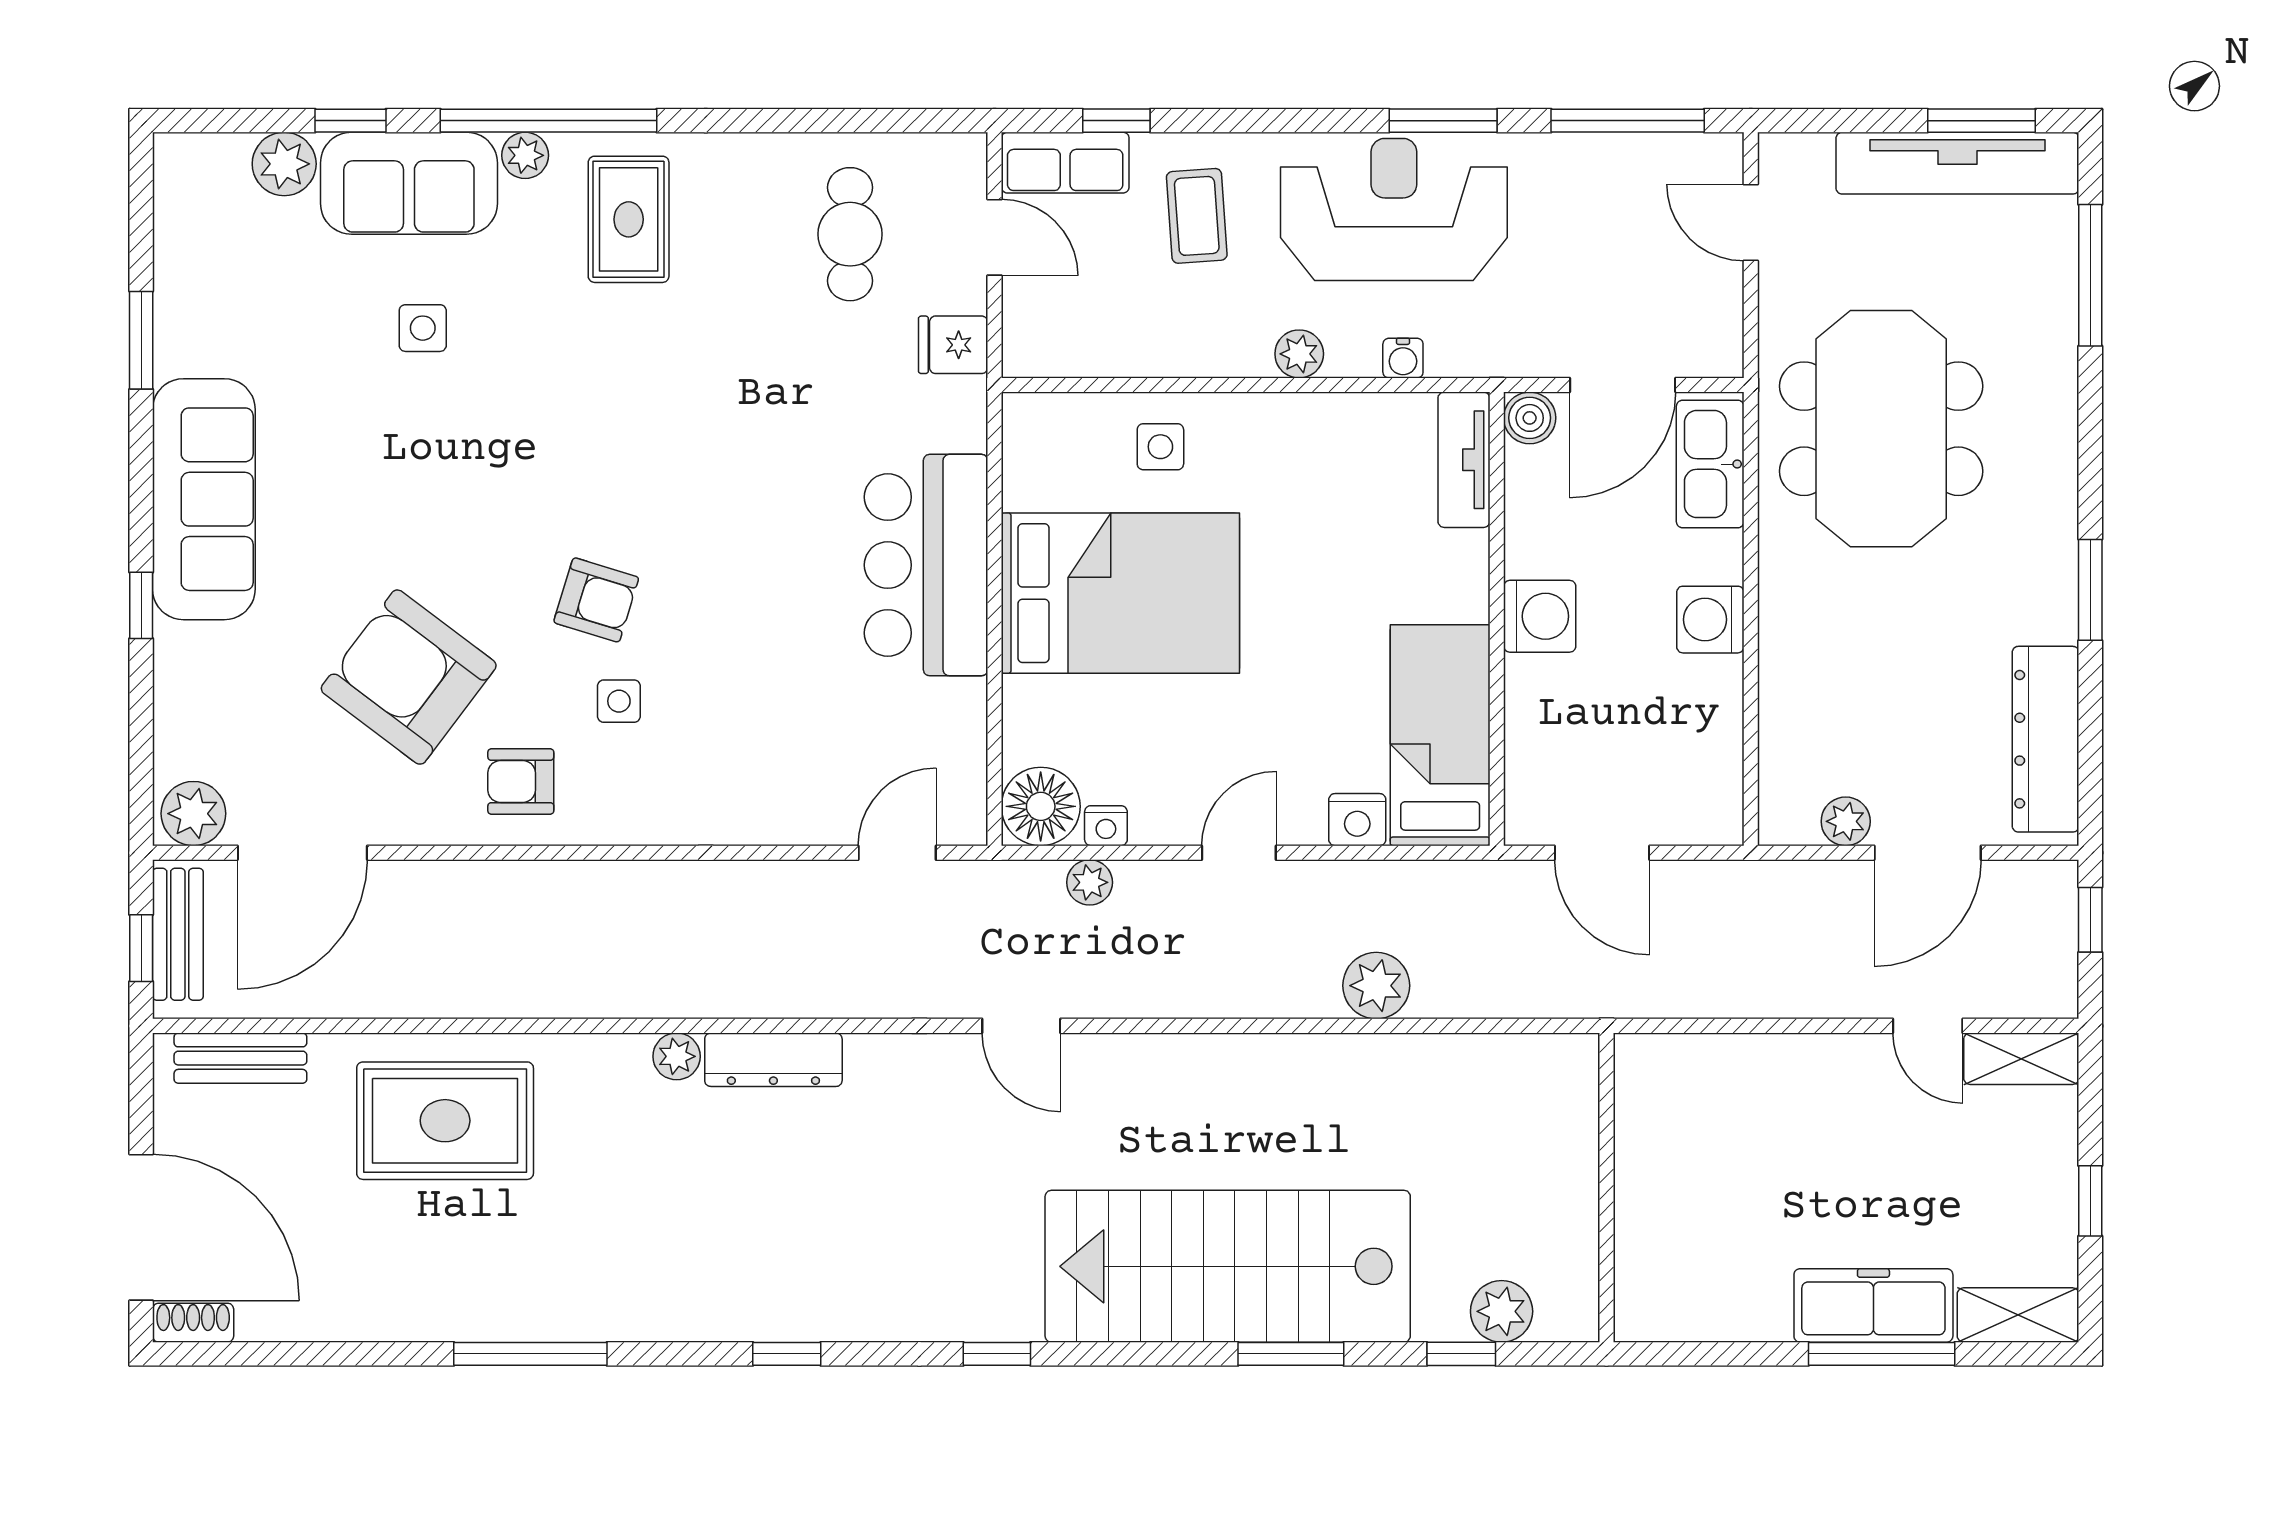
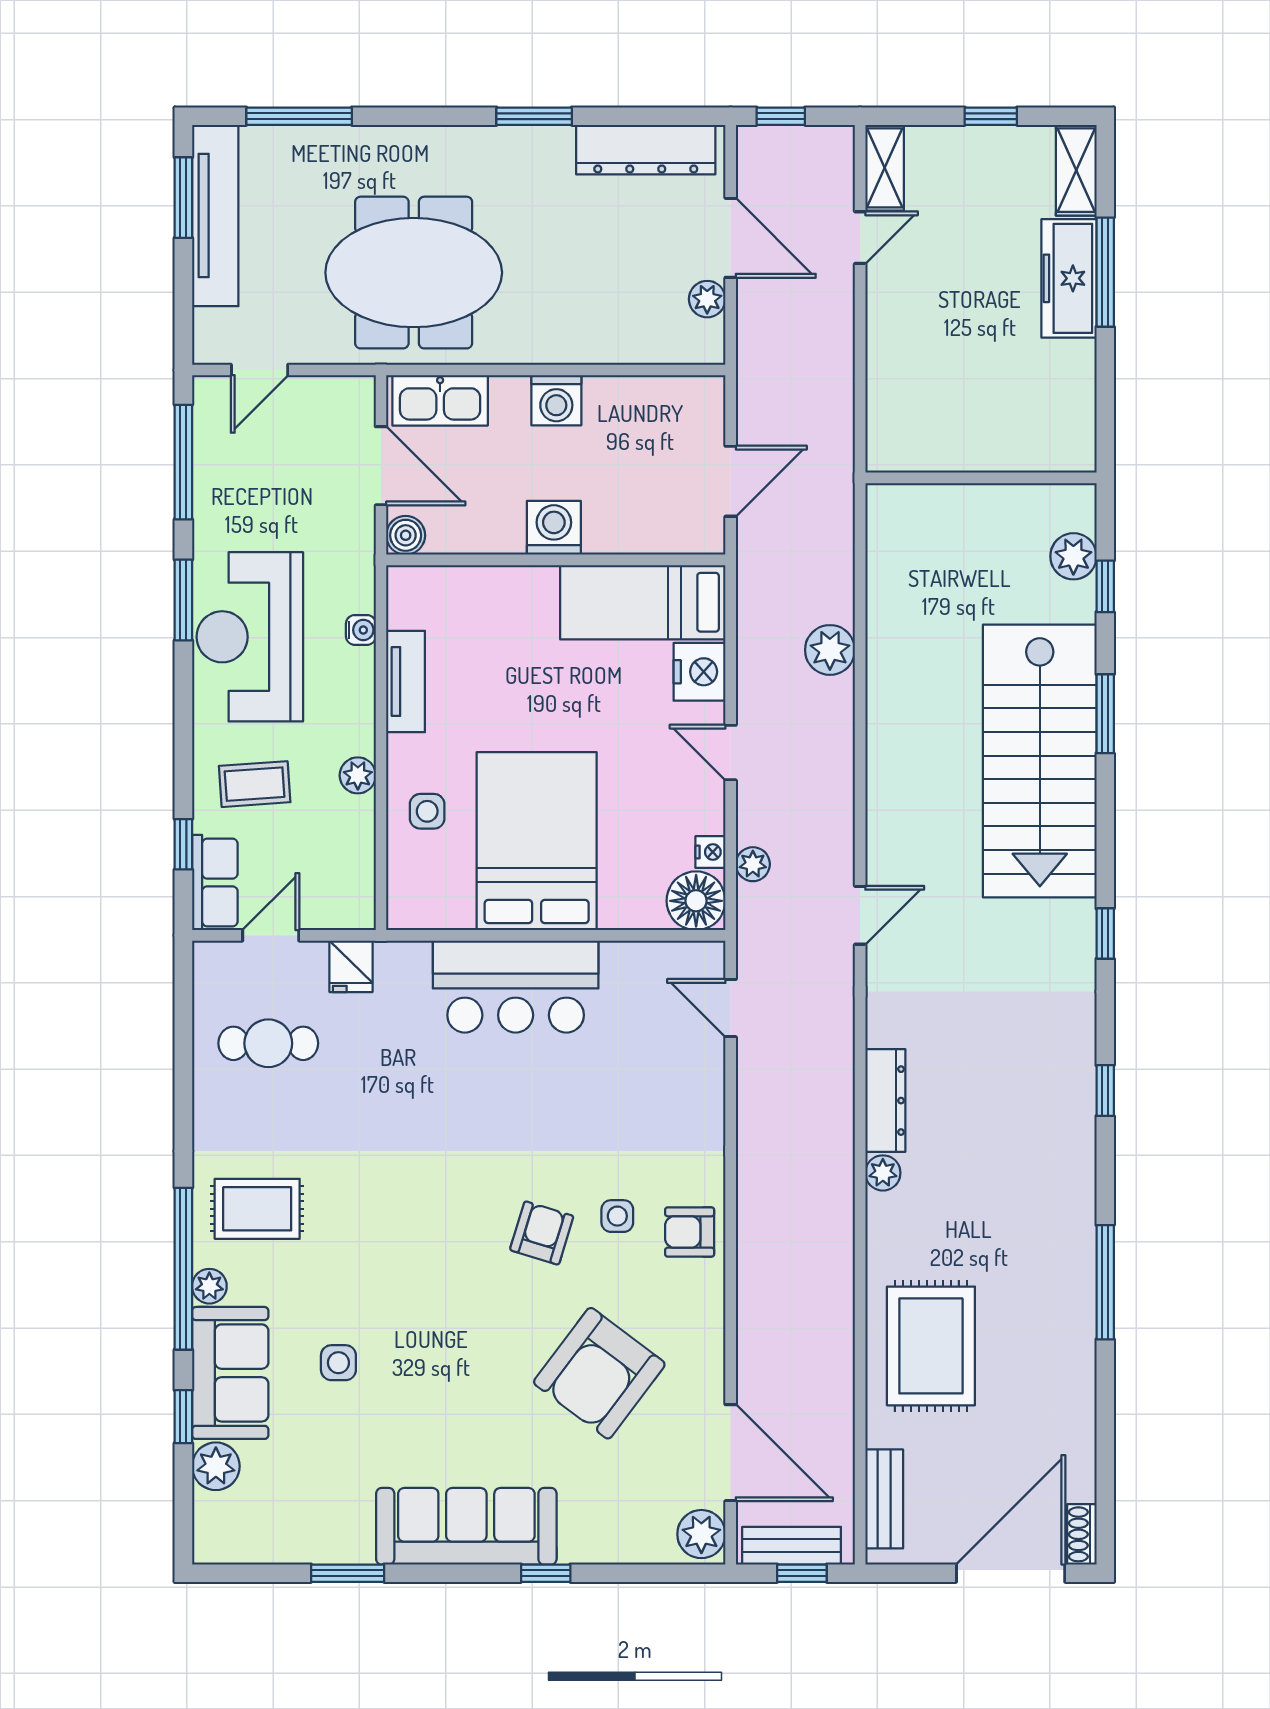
plant: (1299, 354) -> (358, 775), moved
tv unit: (1464, 460) -> (406, 682), moved, turned -90
armchair: (521, 781) -> (690, 1232), moved, turned 90
nightstand: (1357, 820) -> (700, 672), width x1.36, depth x1.33

